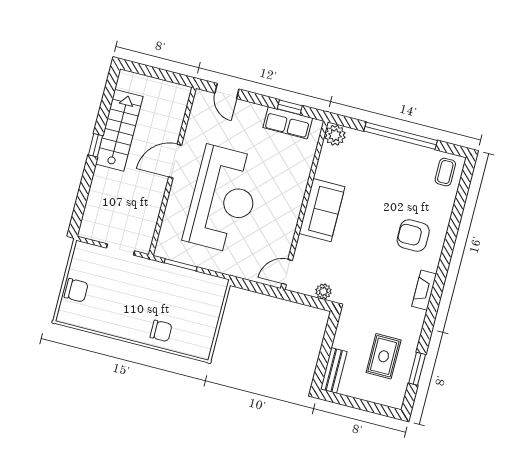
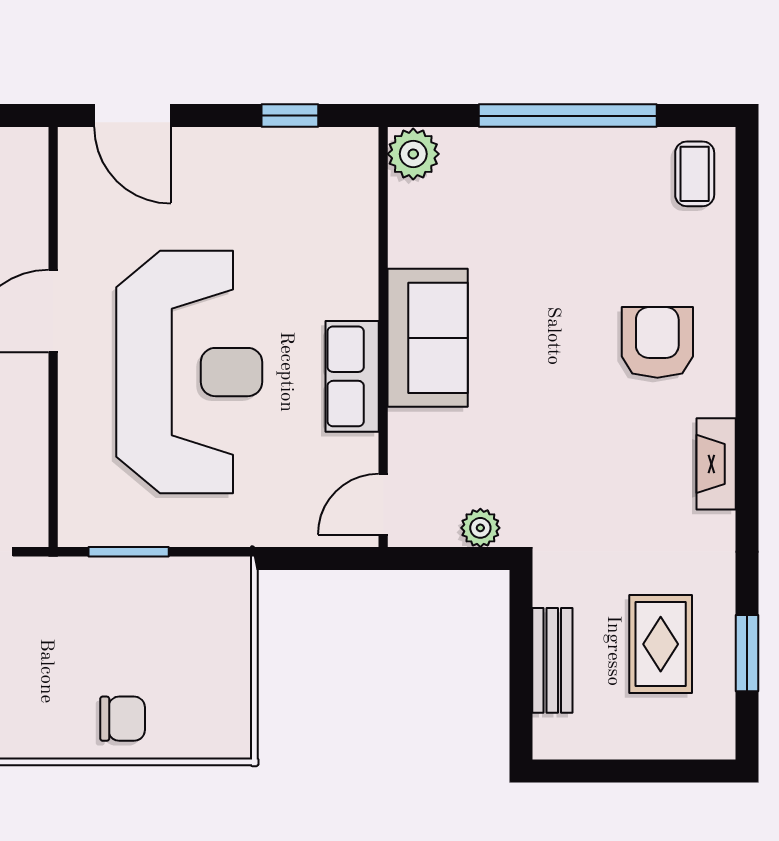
door: (227, 91) -> (132, 116), width x1.38
row of seats: (288, 123) -> (352, 376), moved, turned 90
armchair: (413, 236) -> (657, 342), turned 90
bench: (334, 370) -> (552, 660), moved

